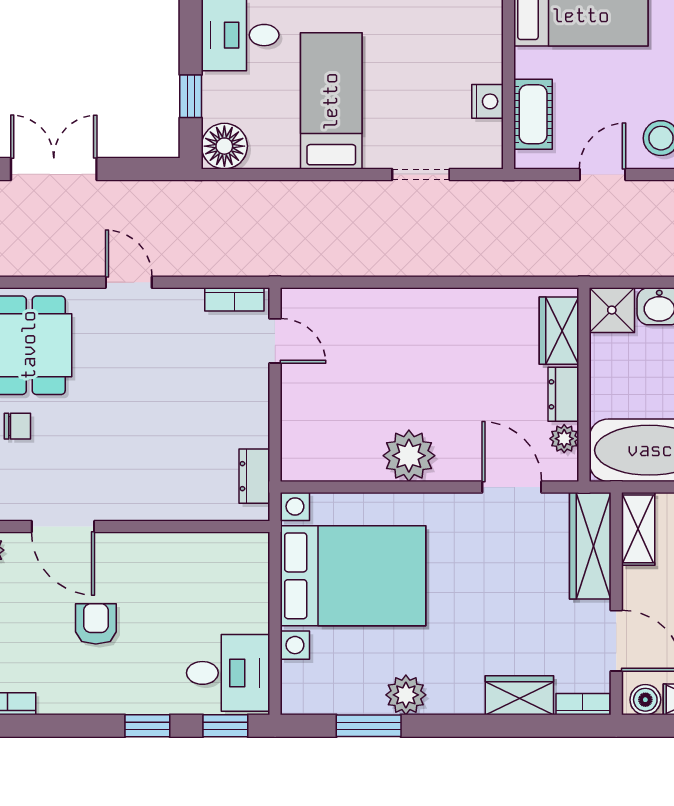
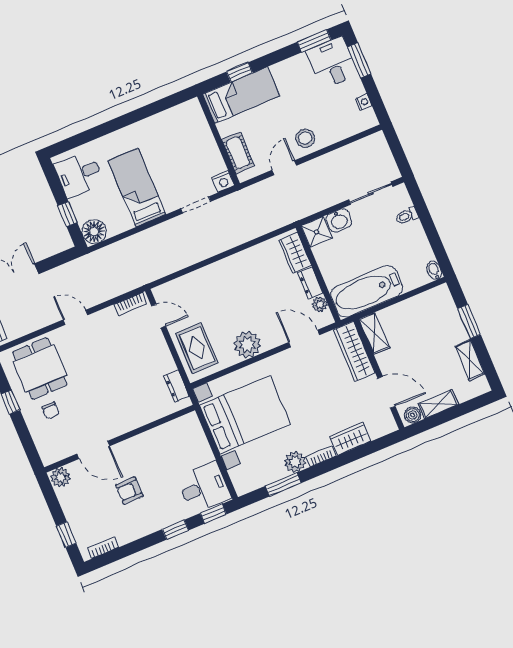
nightstand: (488, 101) -> (223, 181), moved, turned 90
rug: (318, 425) -> (197, 348), added
chair: (17, 426) -> (51, 410), turned 90
armchair: (96, 624) -> (129, 491), turned -90
bookcase: (583, 704) -> (321, 456), moved

